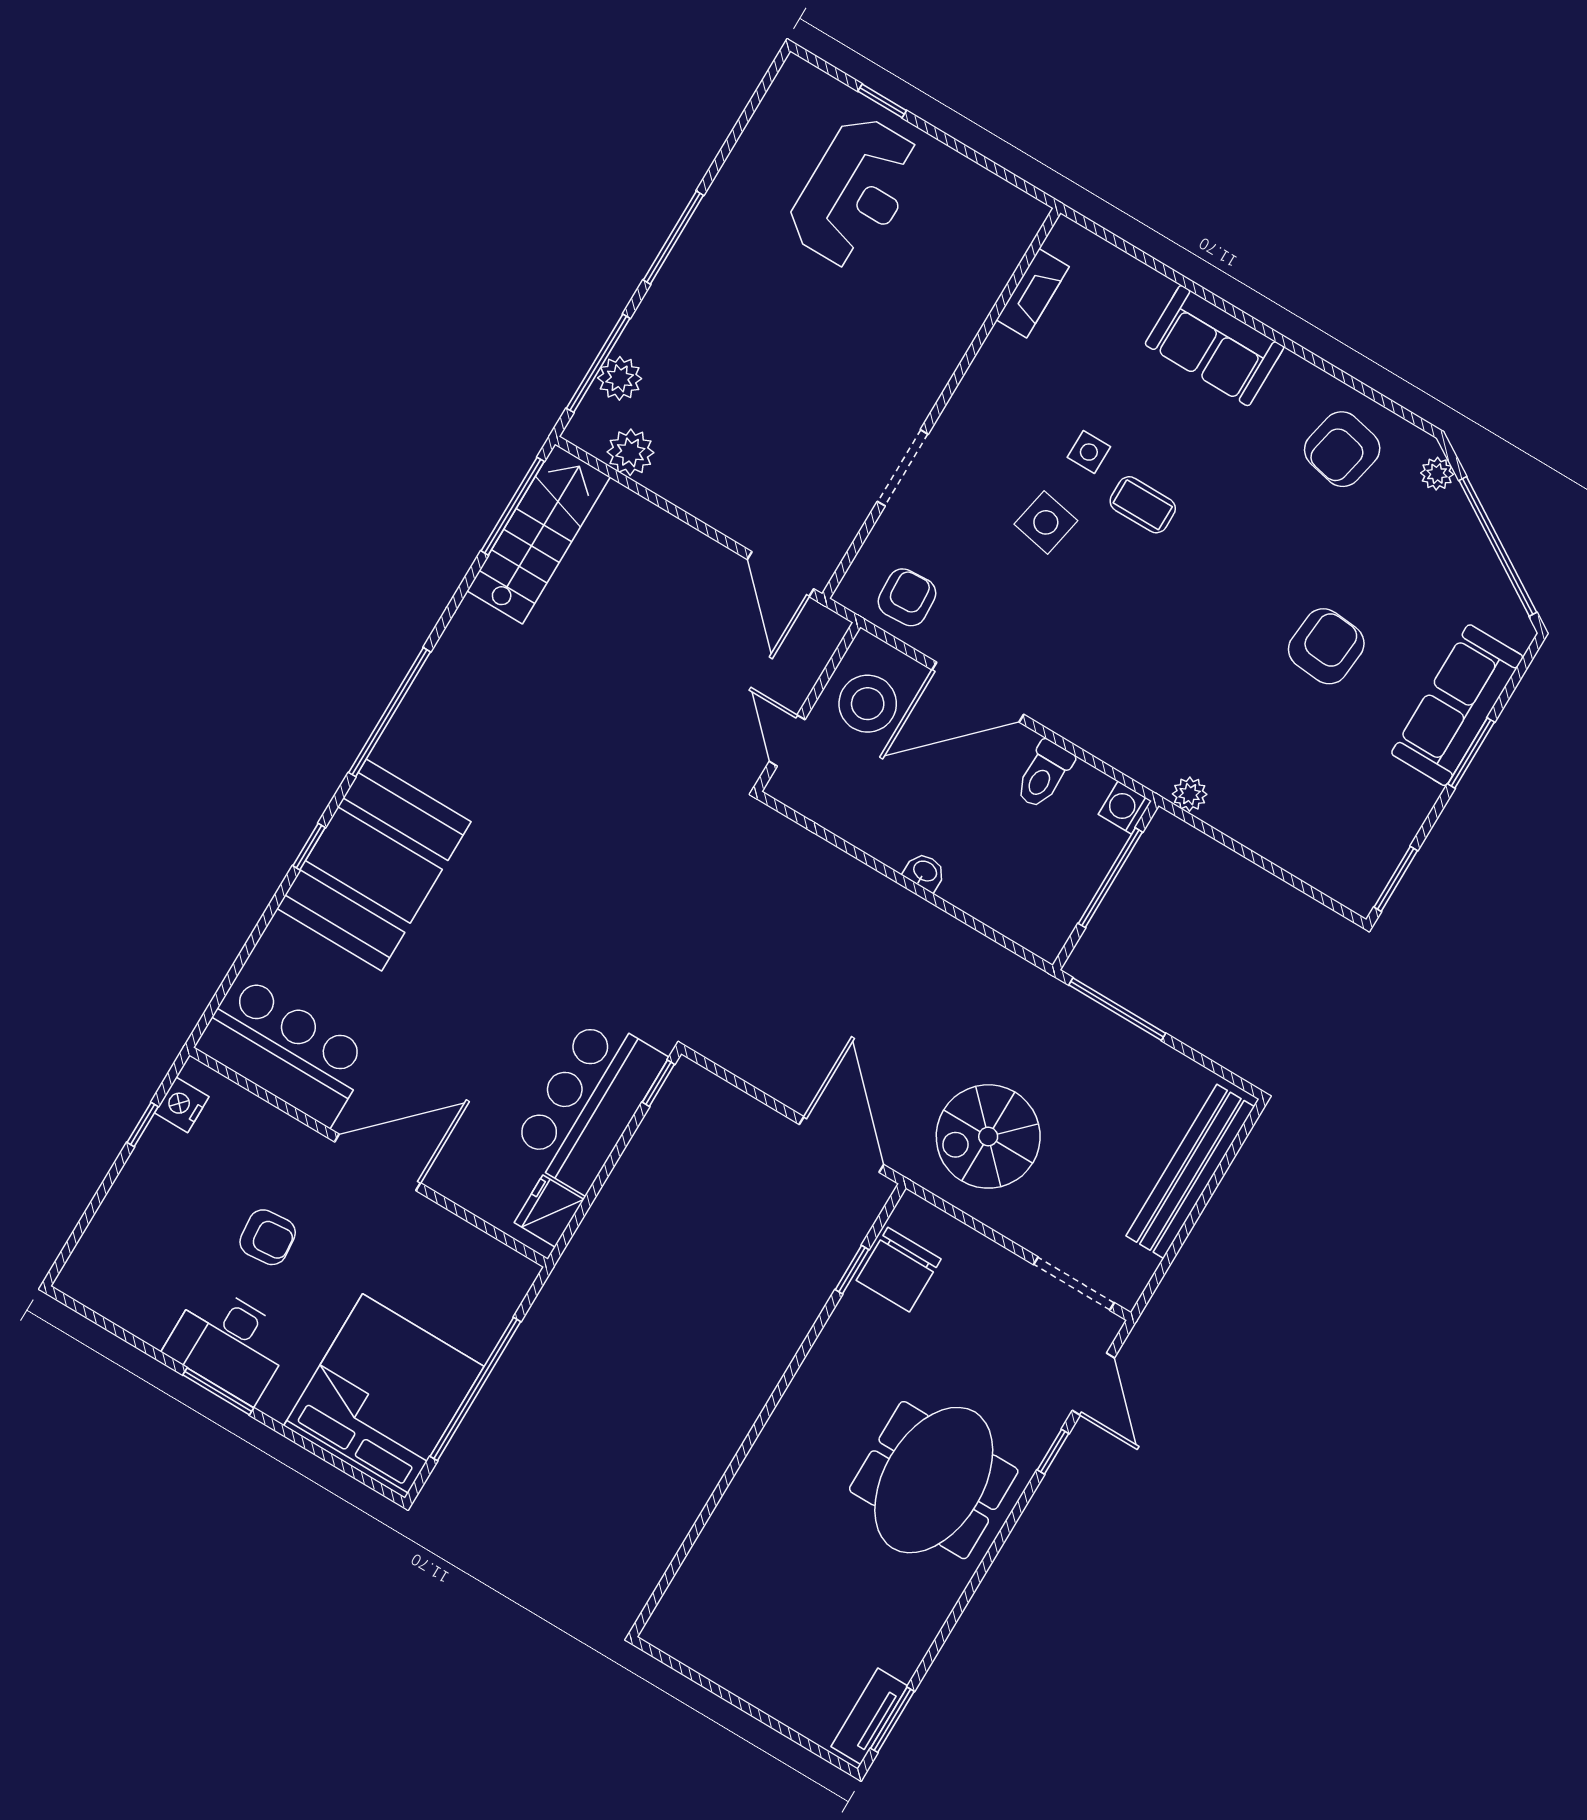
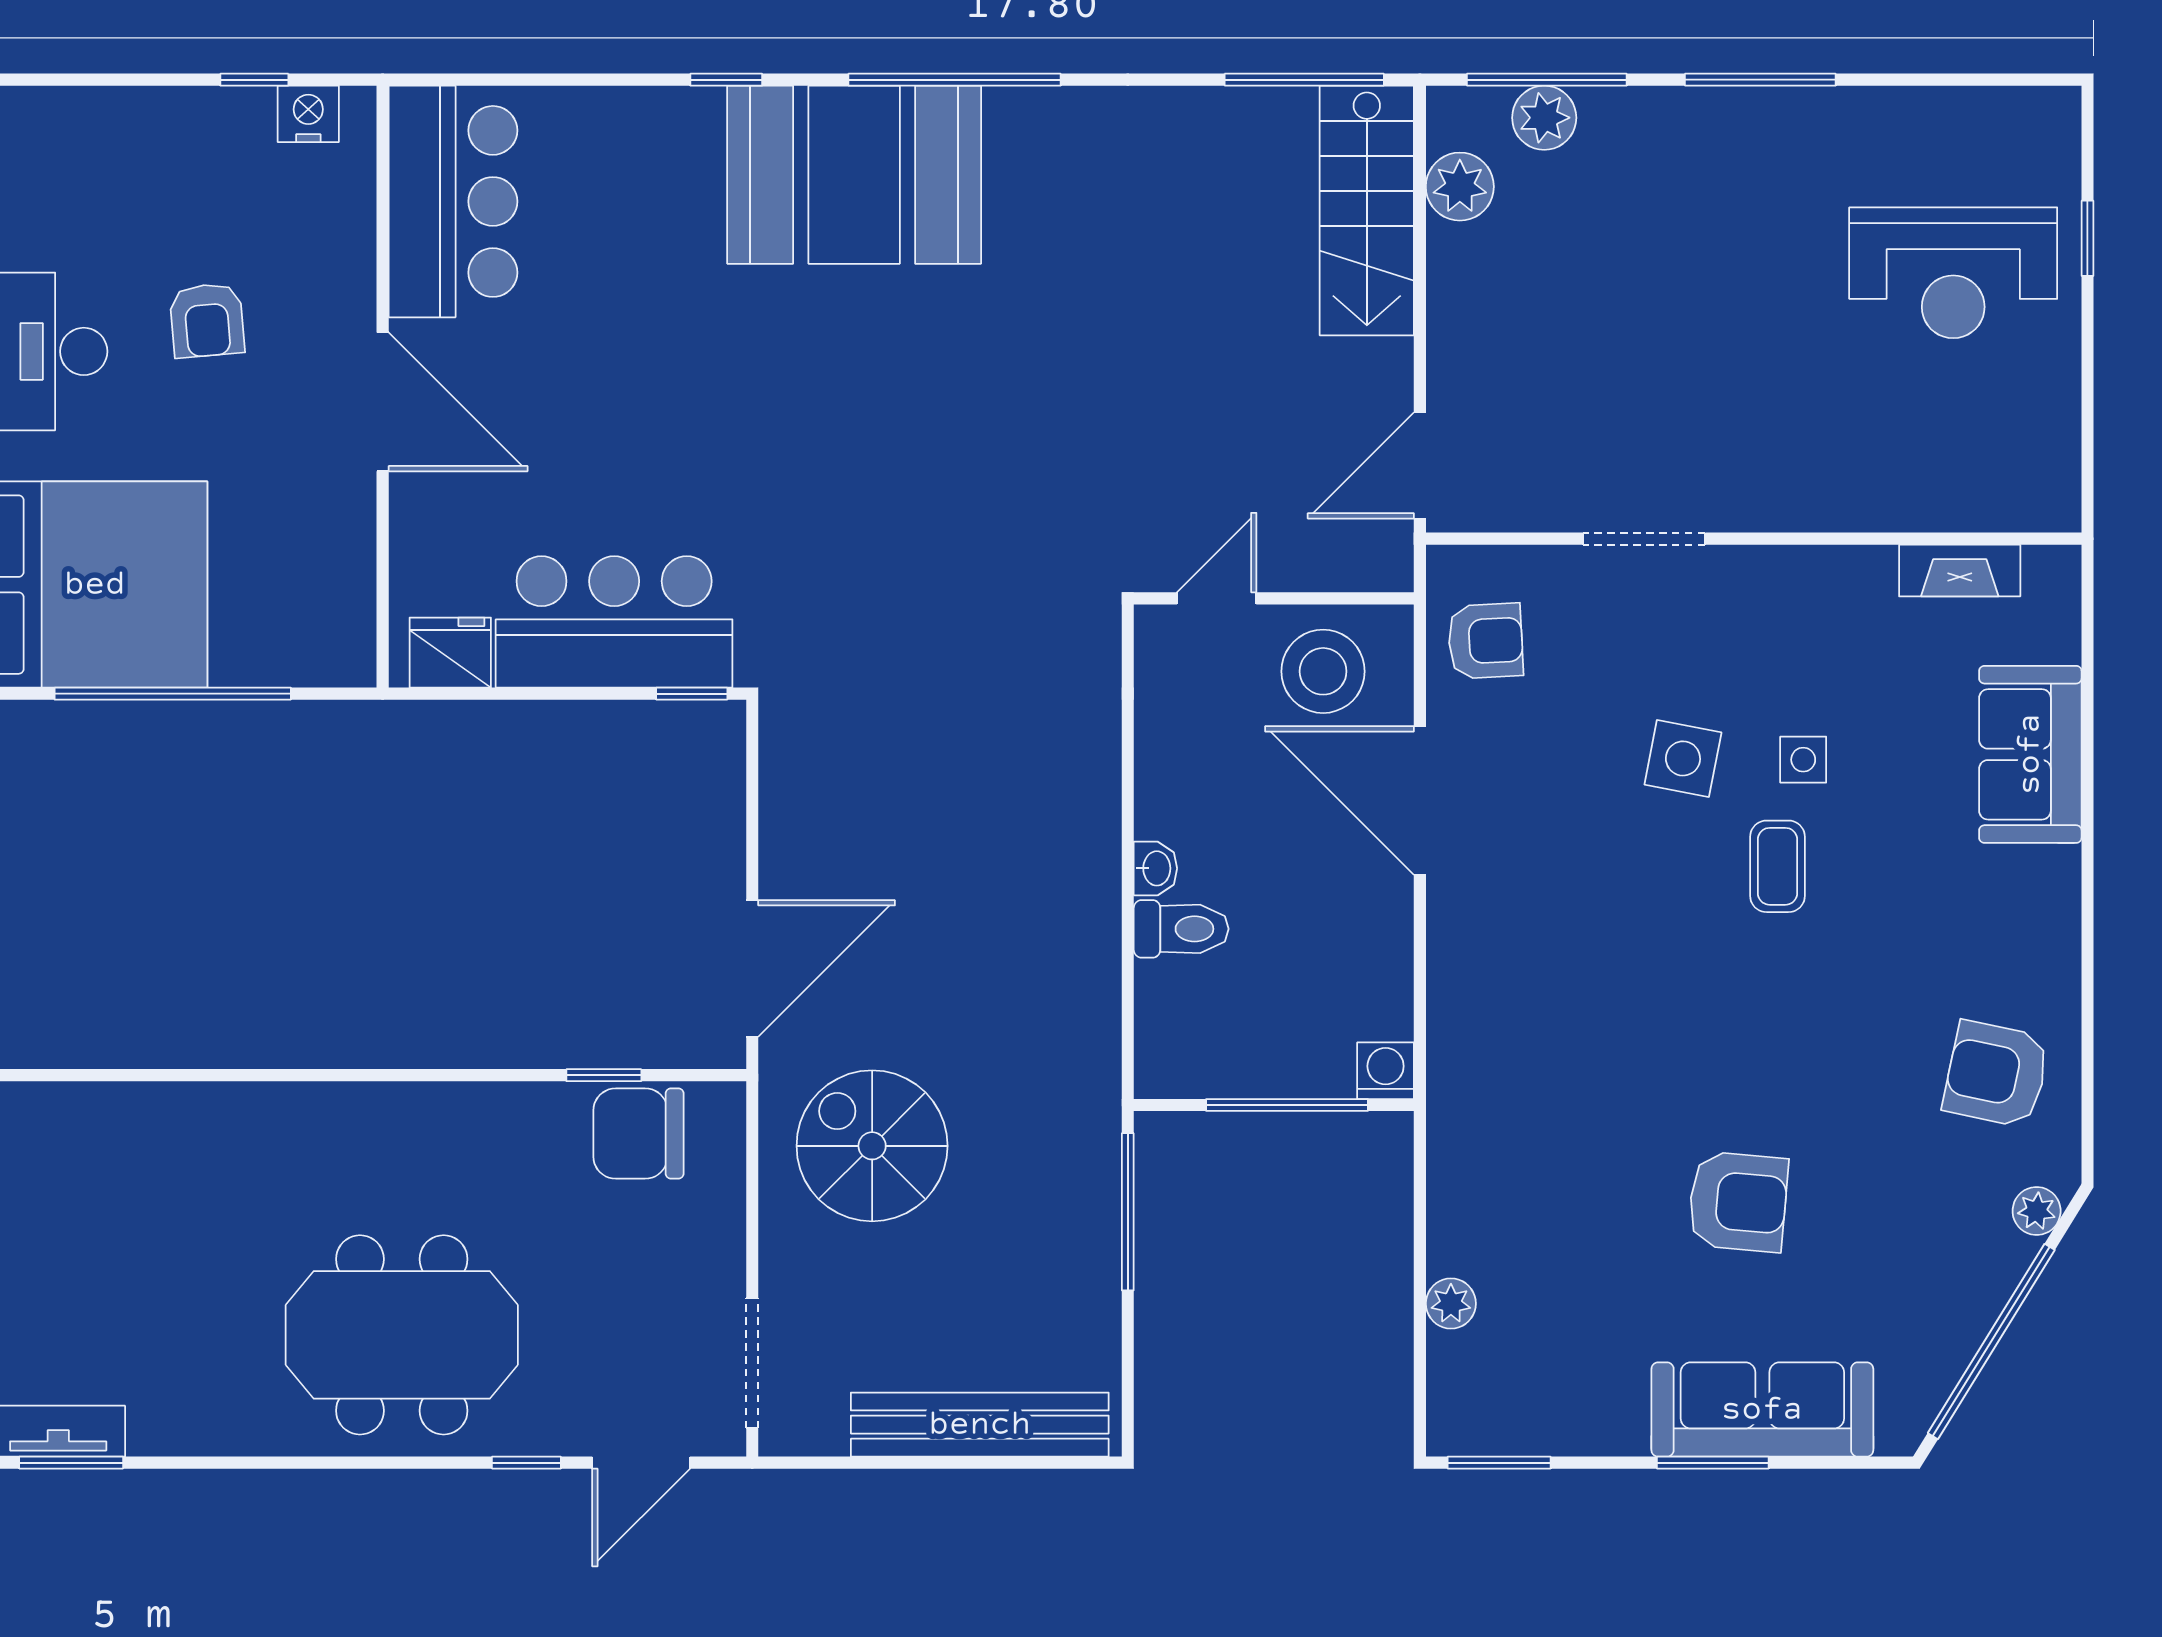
sofa: (1215, 346) -> (2030, 754), moved
stairs: (539, 534) -> (1367, 211), moved, turned 90
toilet: (1044, 774) -> (1181, 929), moved, turned 180
plant: (1190, 794) -> (1451, 1304), moved
booth: (374, 865) -> (854, 175), moved

